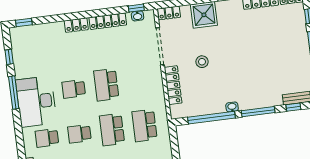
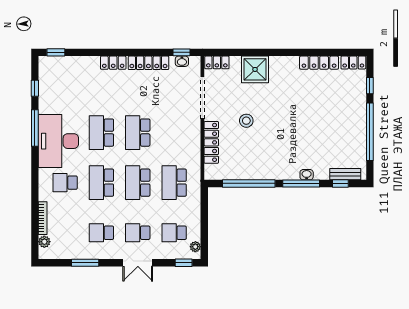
school desk: (74, 89) -> (101, 133), width x1.85
washbasin: (232, 107) -> (307, 175), moved
school desk: (79, 134) -> (101, 183), width x1.85

